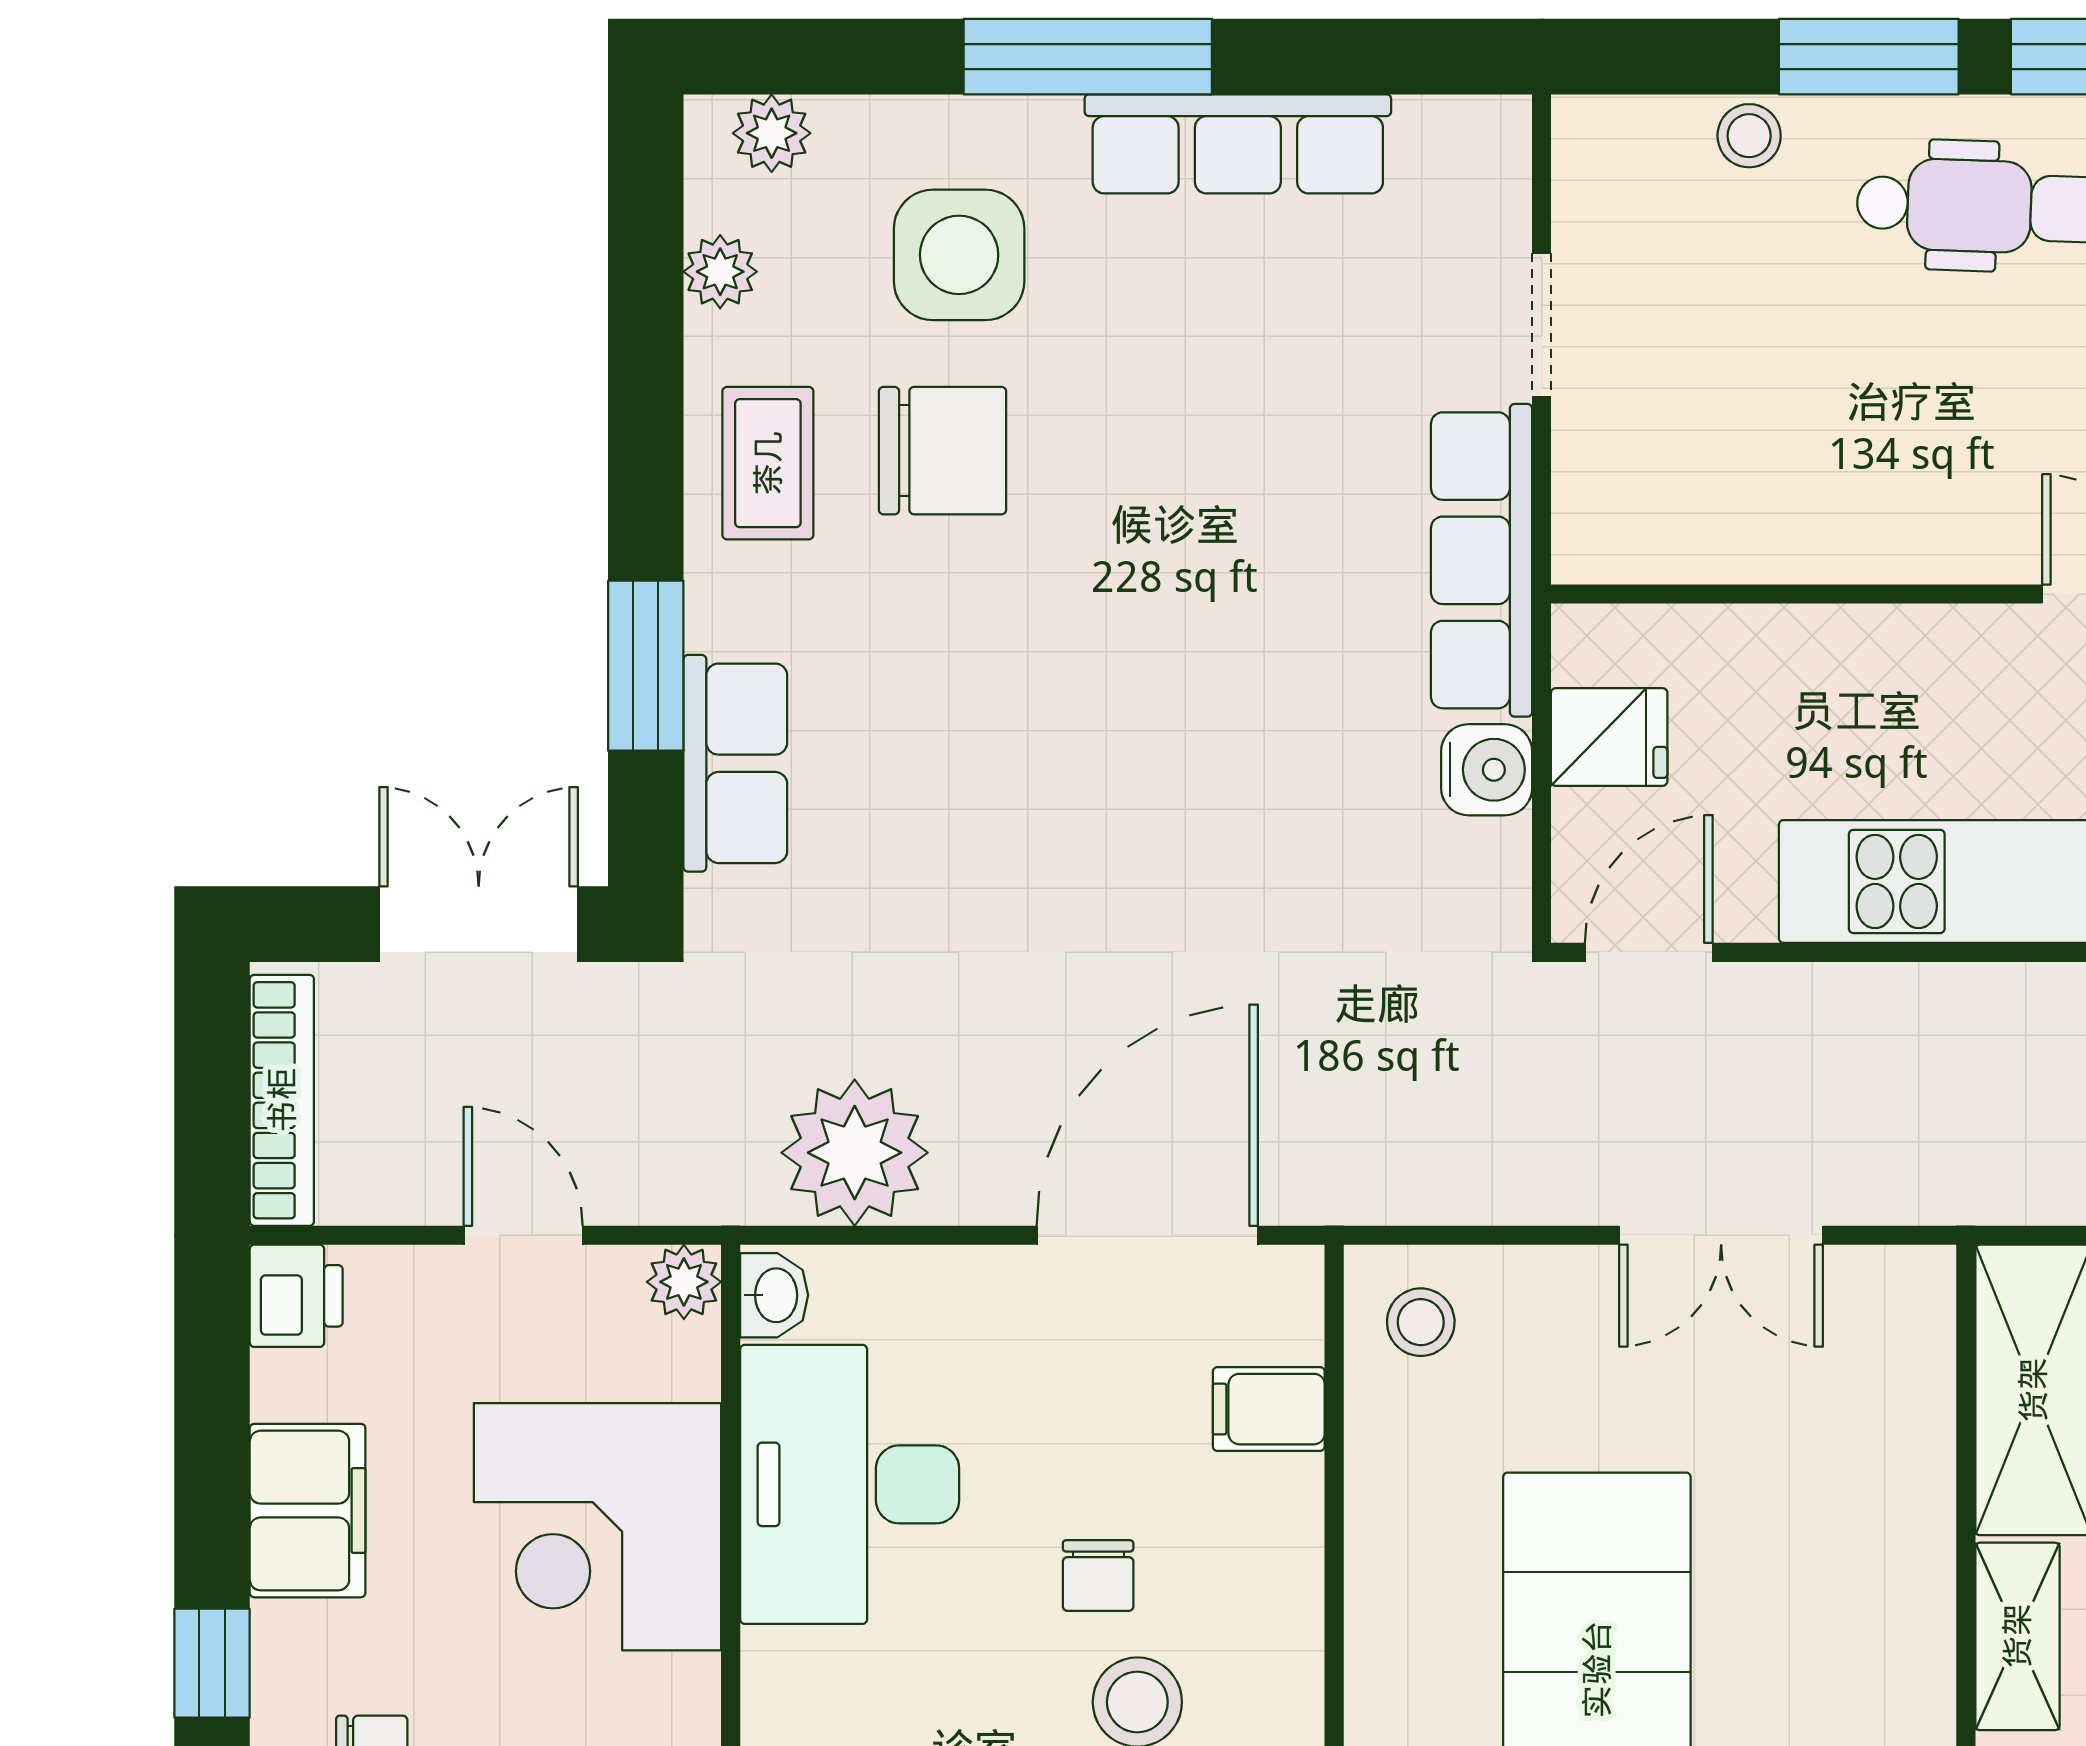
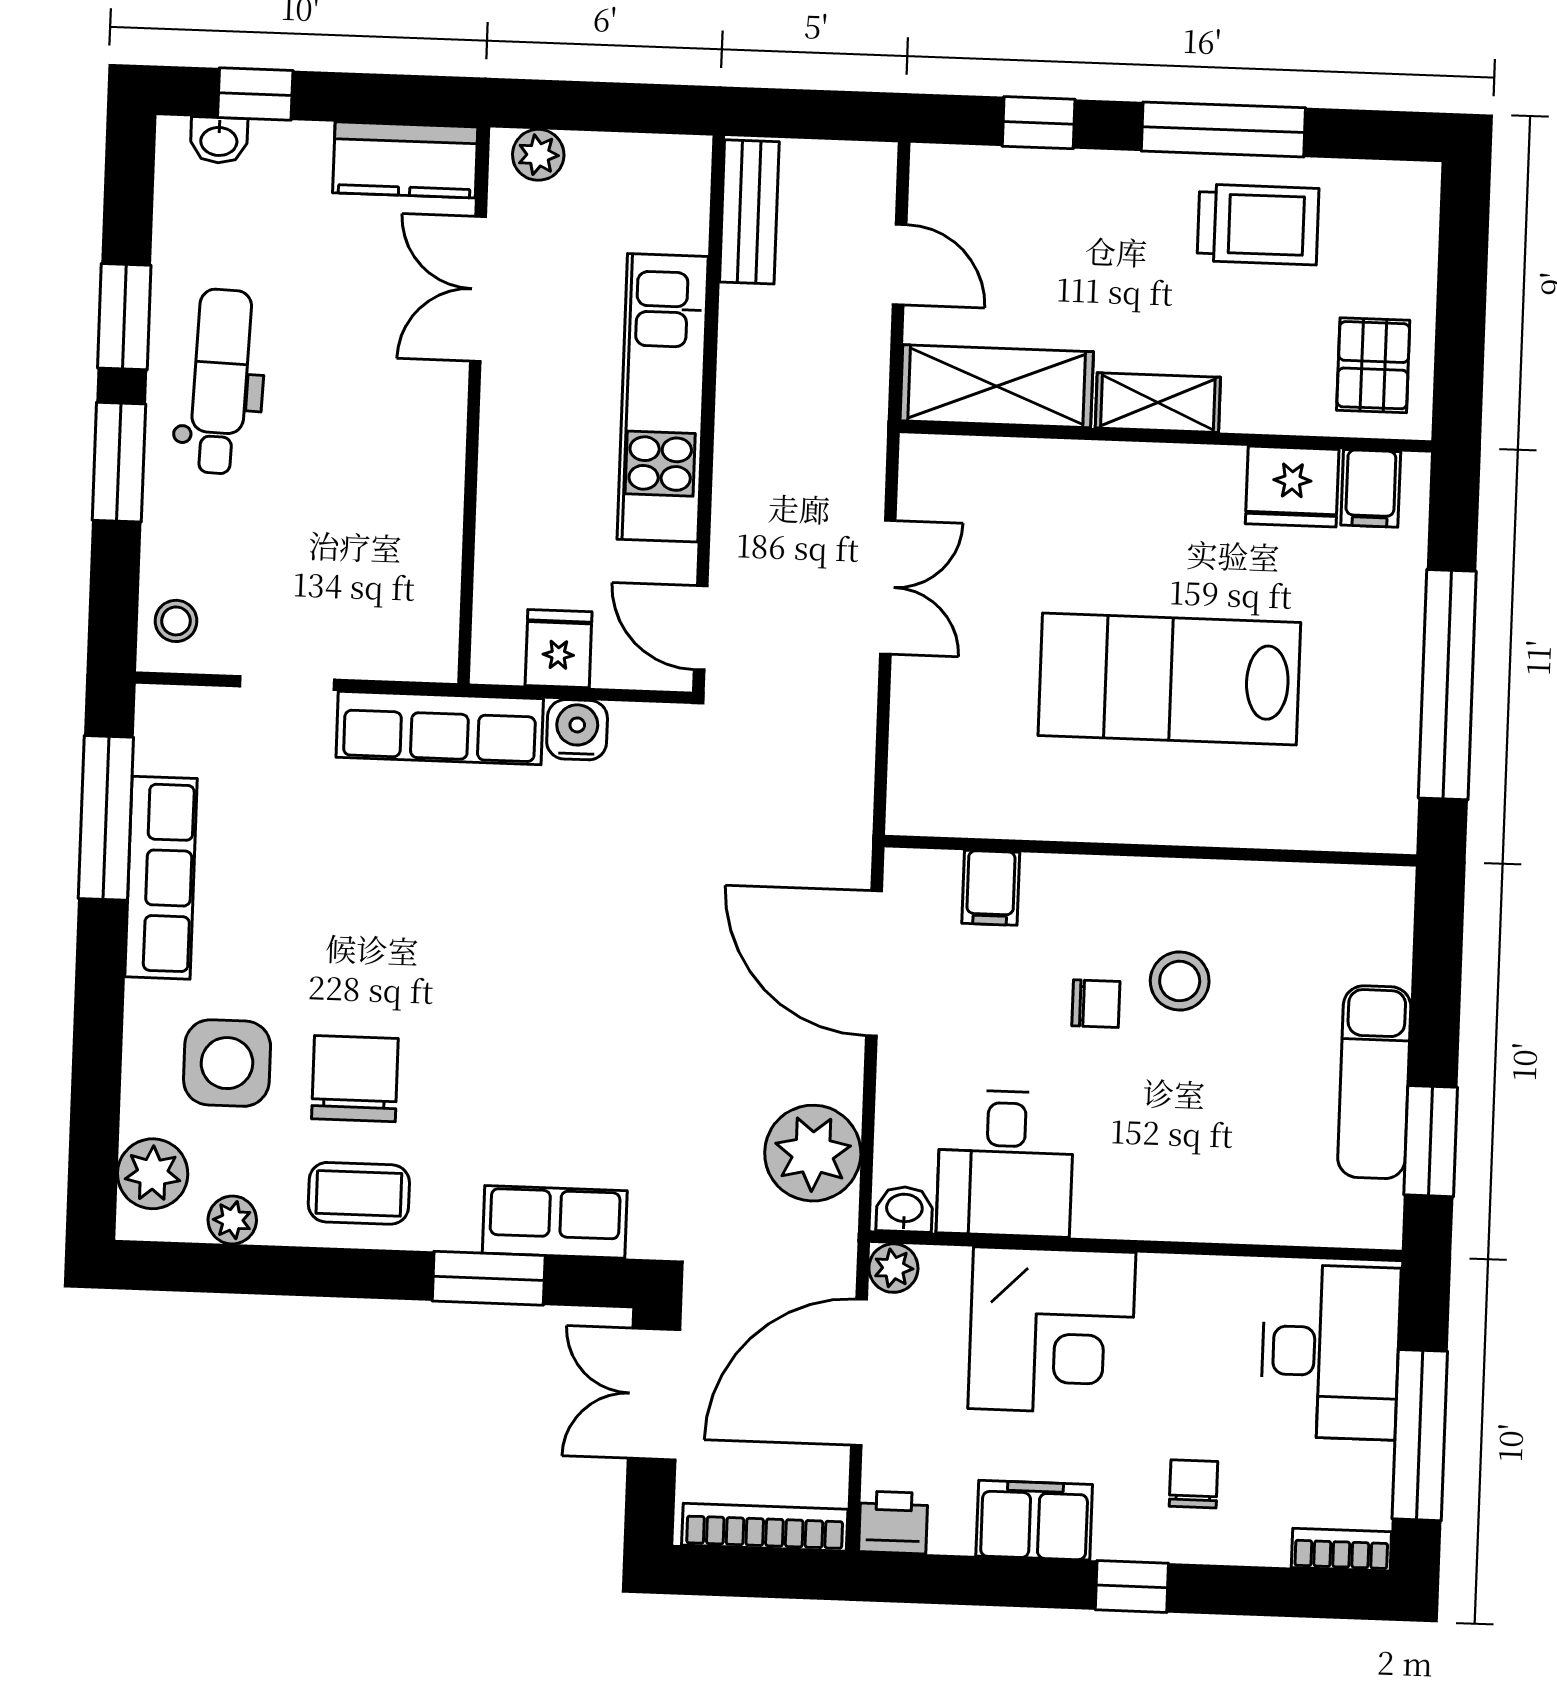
window: (1088, 57) -> (106, 818), moved
plant: (772, 133) -> (153, 1174), width x1.38, depth x1.38
stool: (1749, 136) -> (176, 621), moved
door: (523, 1235) -> (859, 1372), width x1.87
stool: (1421, 1322) -> (938, 786), removed
desk: (850, 1484) -> (1005, 1163), width x0.73

